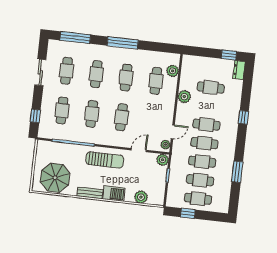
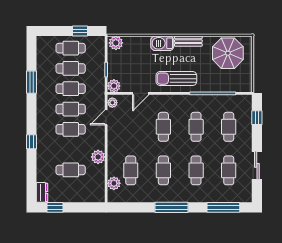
plant: (141, 197) -> (116, 43), moved

